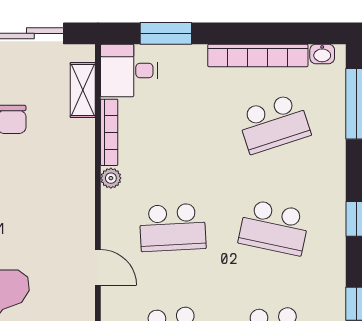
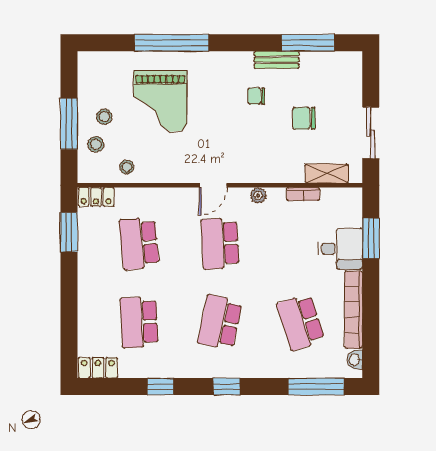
desk: (129, 70) -> (340, 249), moved, turned 90
bookcase: (109, 132) -> (303, 194), width x0.64
door: (98, 267) -> (213, 185), moved

